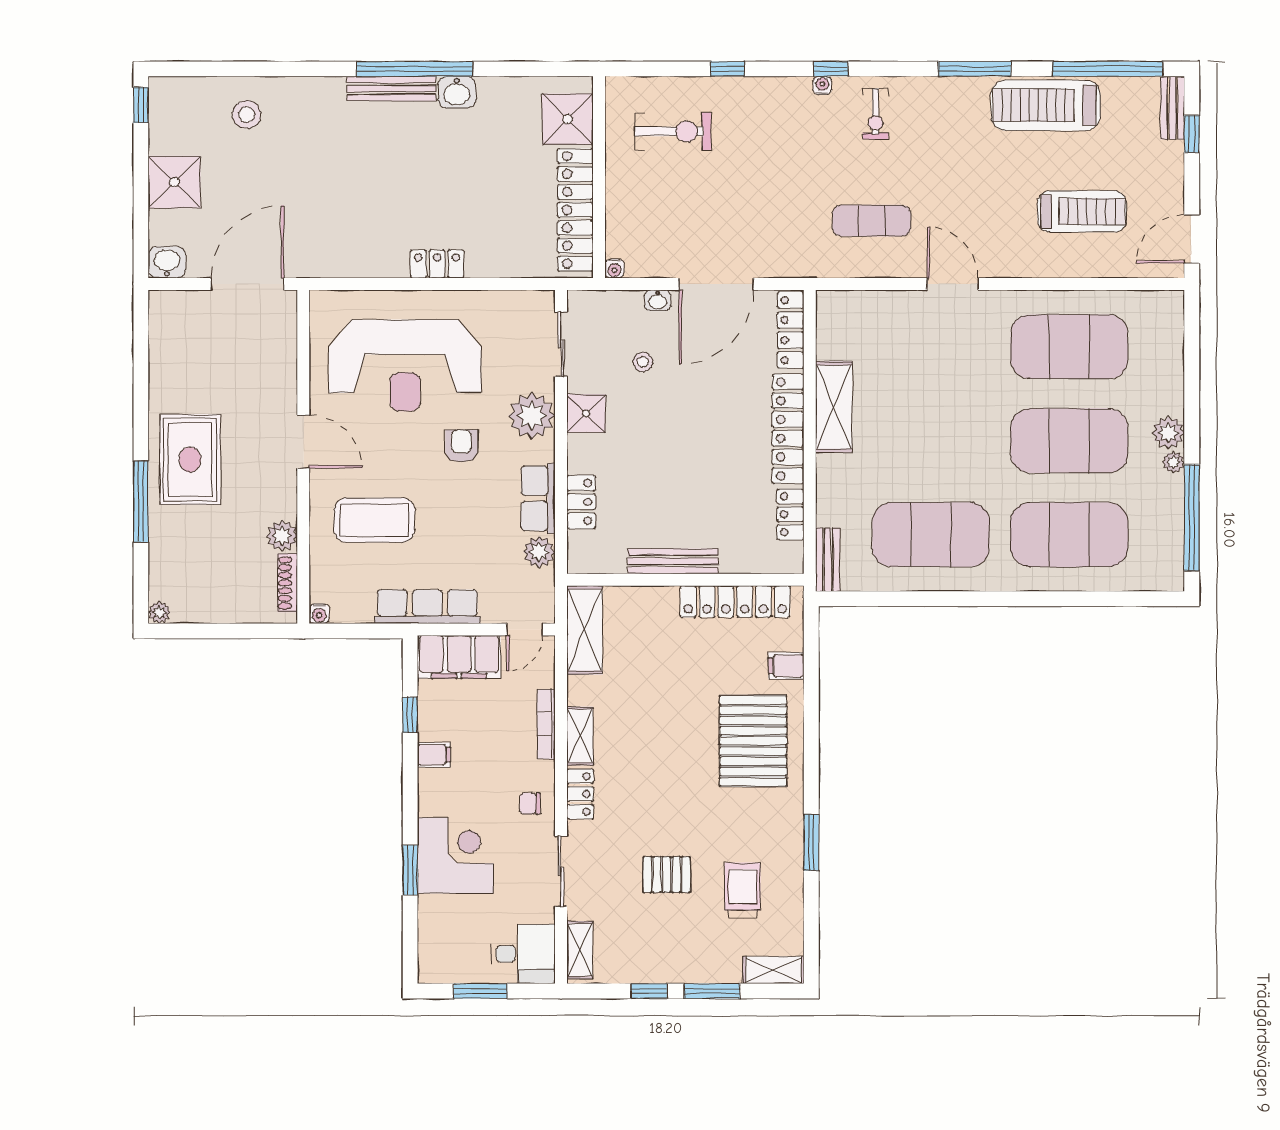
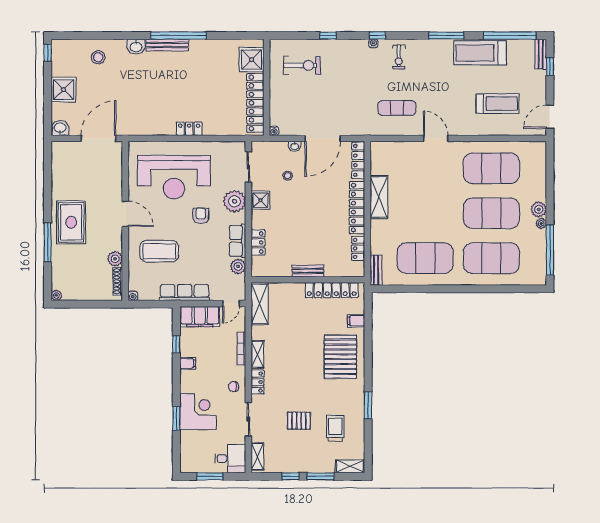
washbasin: (457, 92) -> (136, 47), moved
bench: (673, 561) -> (308, 271), width x0.73

